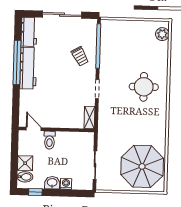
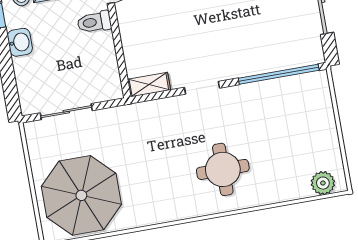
trolley: (80, 56) -> (254, 45), removed
washing machine: (66, 184) -> (23, 67), removed

